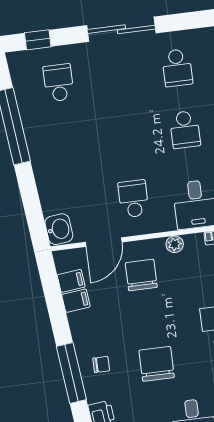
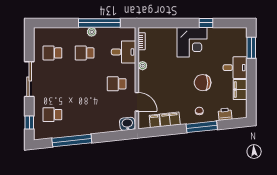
school desk: (177, 68) -> (52, 53), turned 180
school desk: (185, 130) -> (85, 53), turned 180
chair: (141, 275) -> (156, 85), removed
filing cabinet: (76, 301) -> (170, 119), width x2.00

